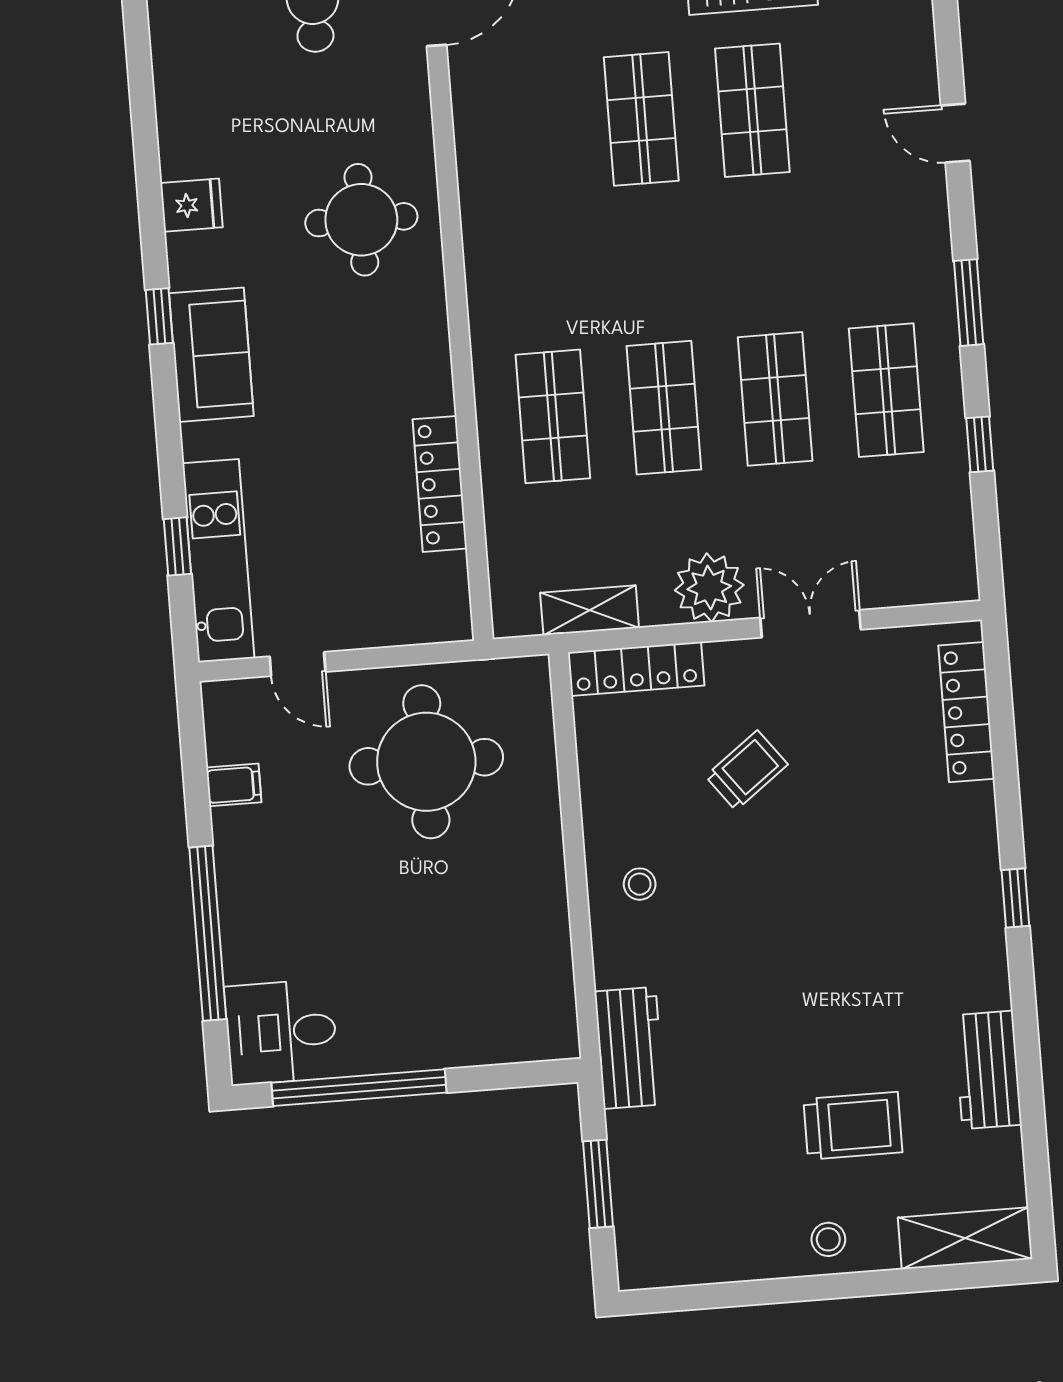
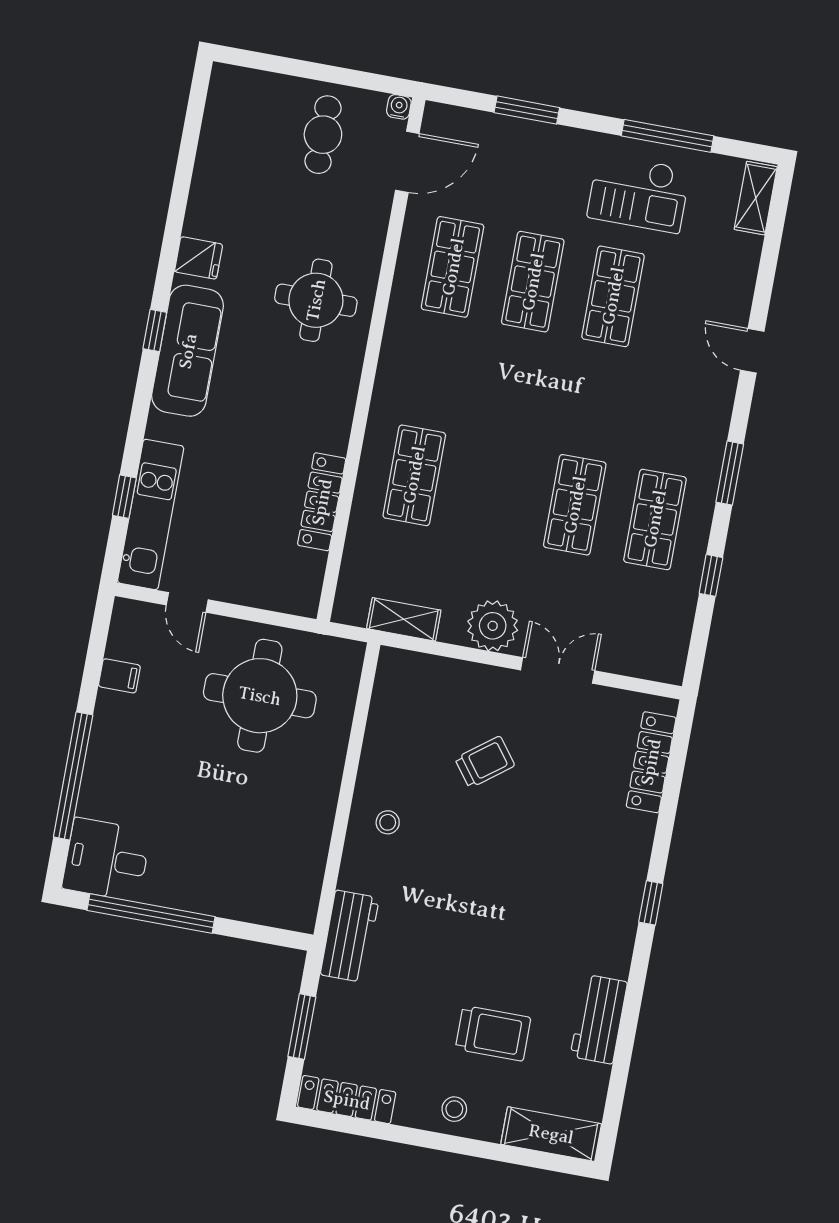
sofa: (211, 355) -> (188, 351), width x1.36
shop shelf: (664, 408) -> (453, 267), moved
locker: (636, 669) -> (347, 1100), moved, turned 180

